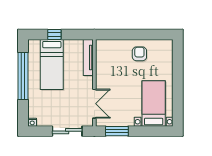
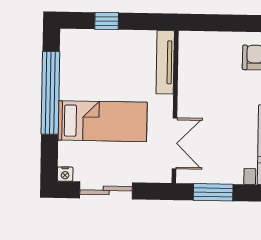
bed: (52, 64) -> (103, 121), moved, turned -90
sliding door: (67, 131) -> (106, 190), moved

